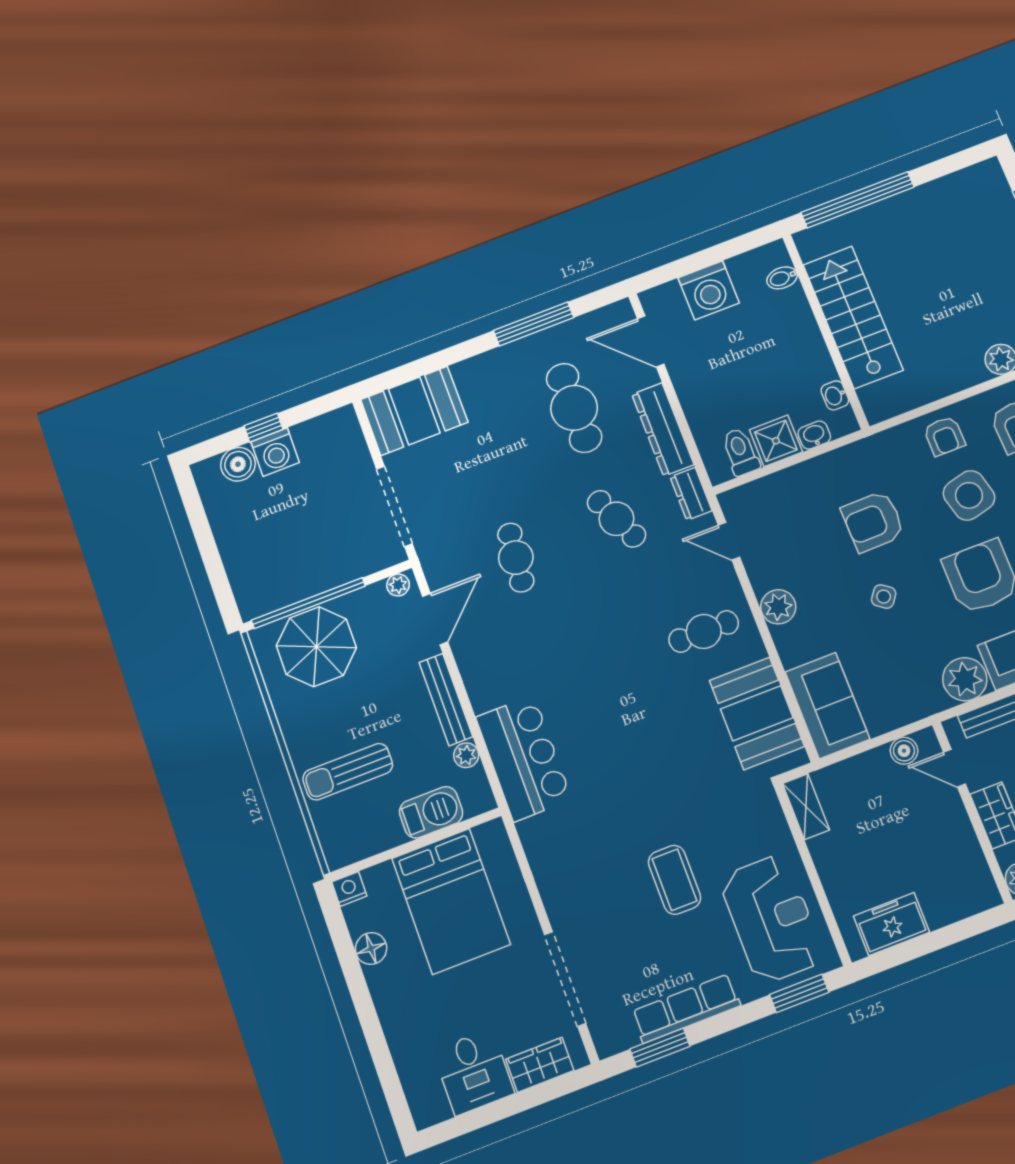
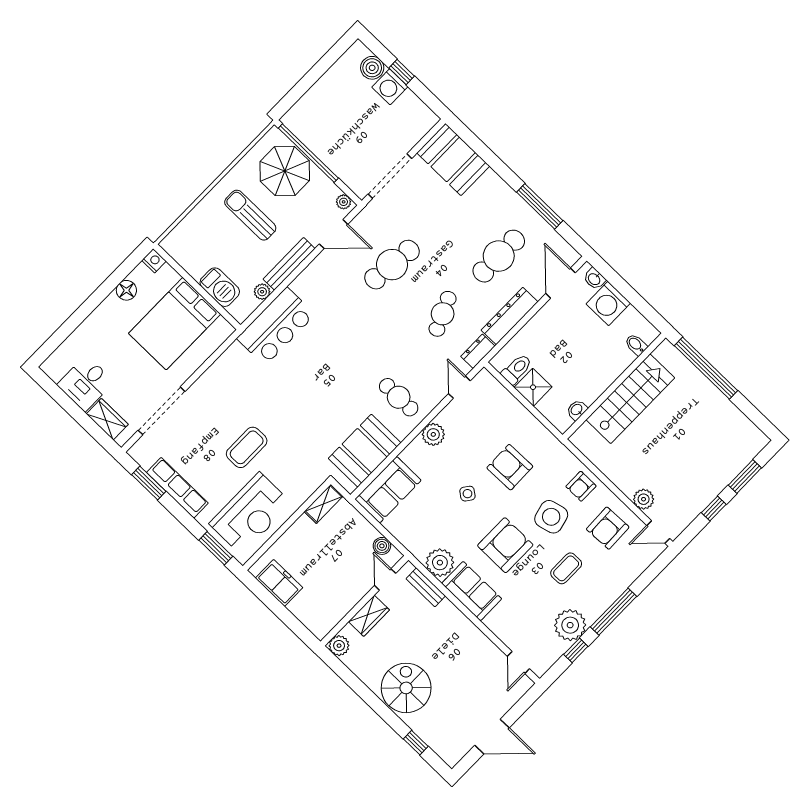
washbasin: (814, 435) -> (594, 279), moved, turned 180
cafe table: (516, 558) -> (392, 265), width x1.37, depth x1.35
sun lounger: (348, 772) -> (250, 215), moved

